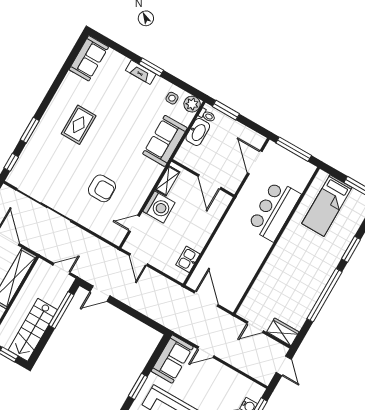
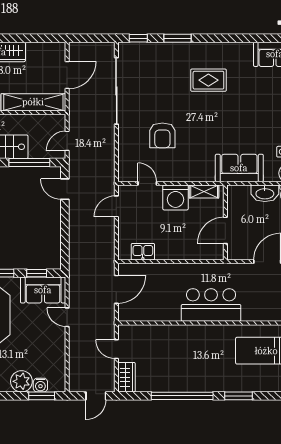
bar counter: (274, 211) -> (211, 305), moved
door: (62, 269) -> (67, 141), swing flipped
window: (155, 356) -> (37, 273), added

